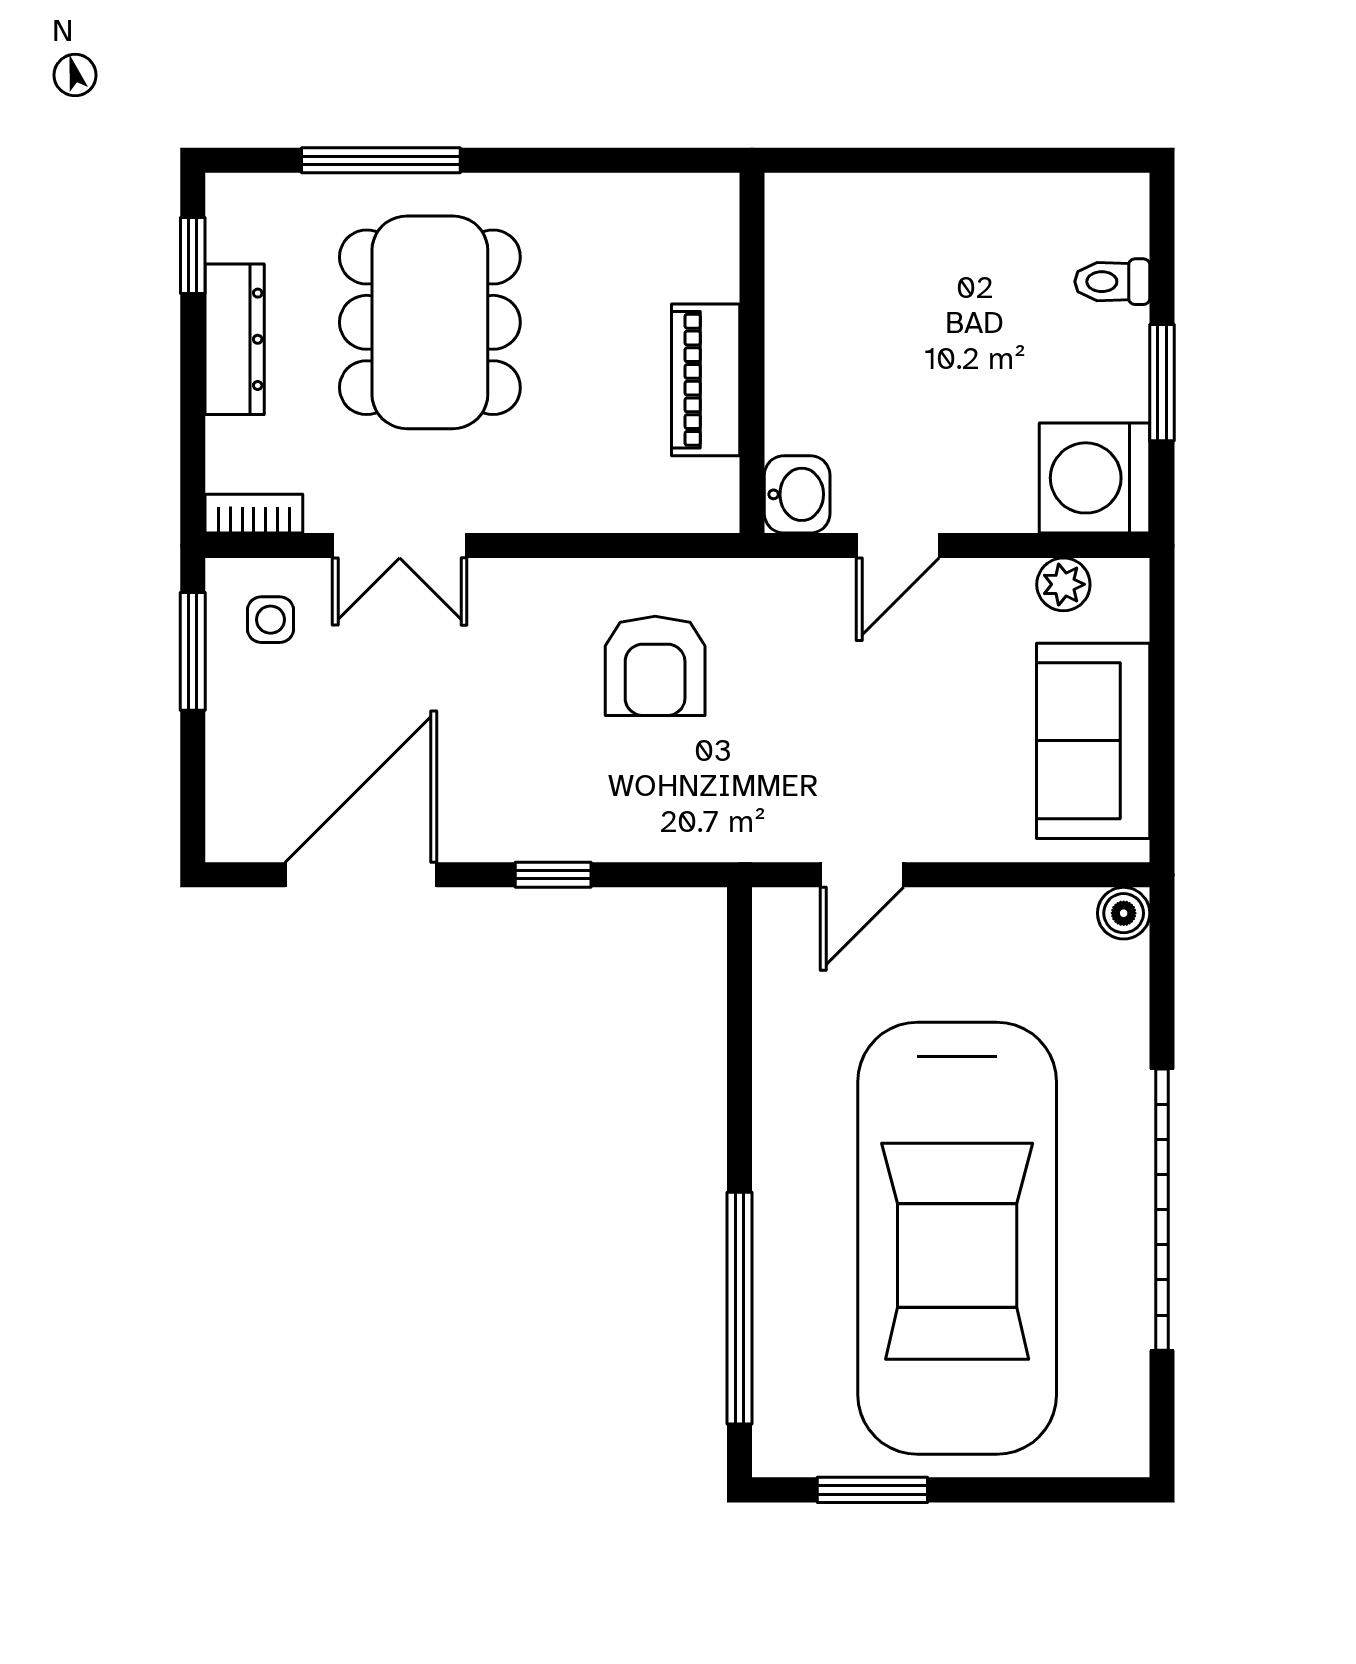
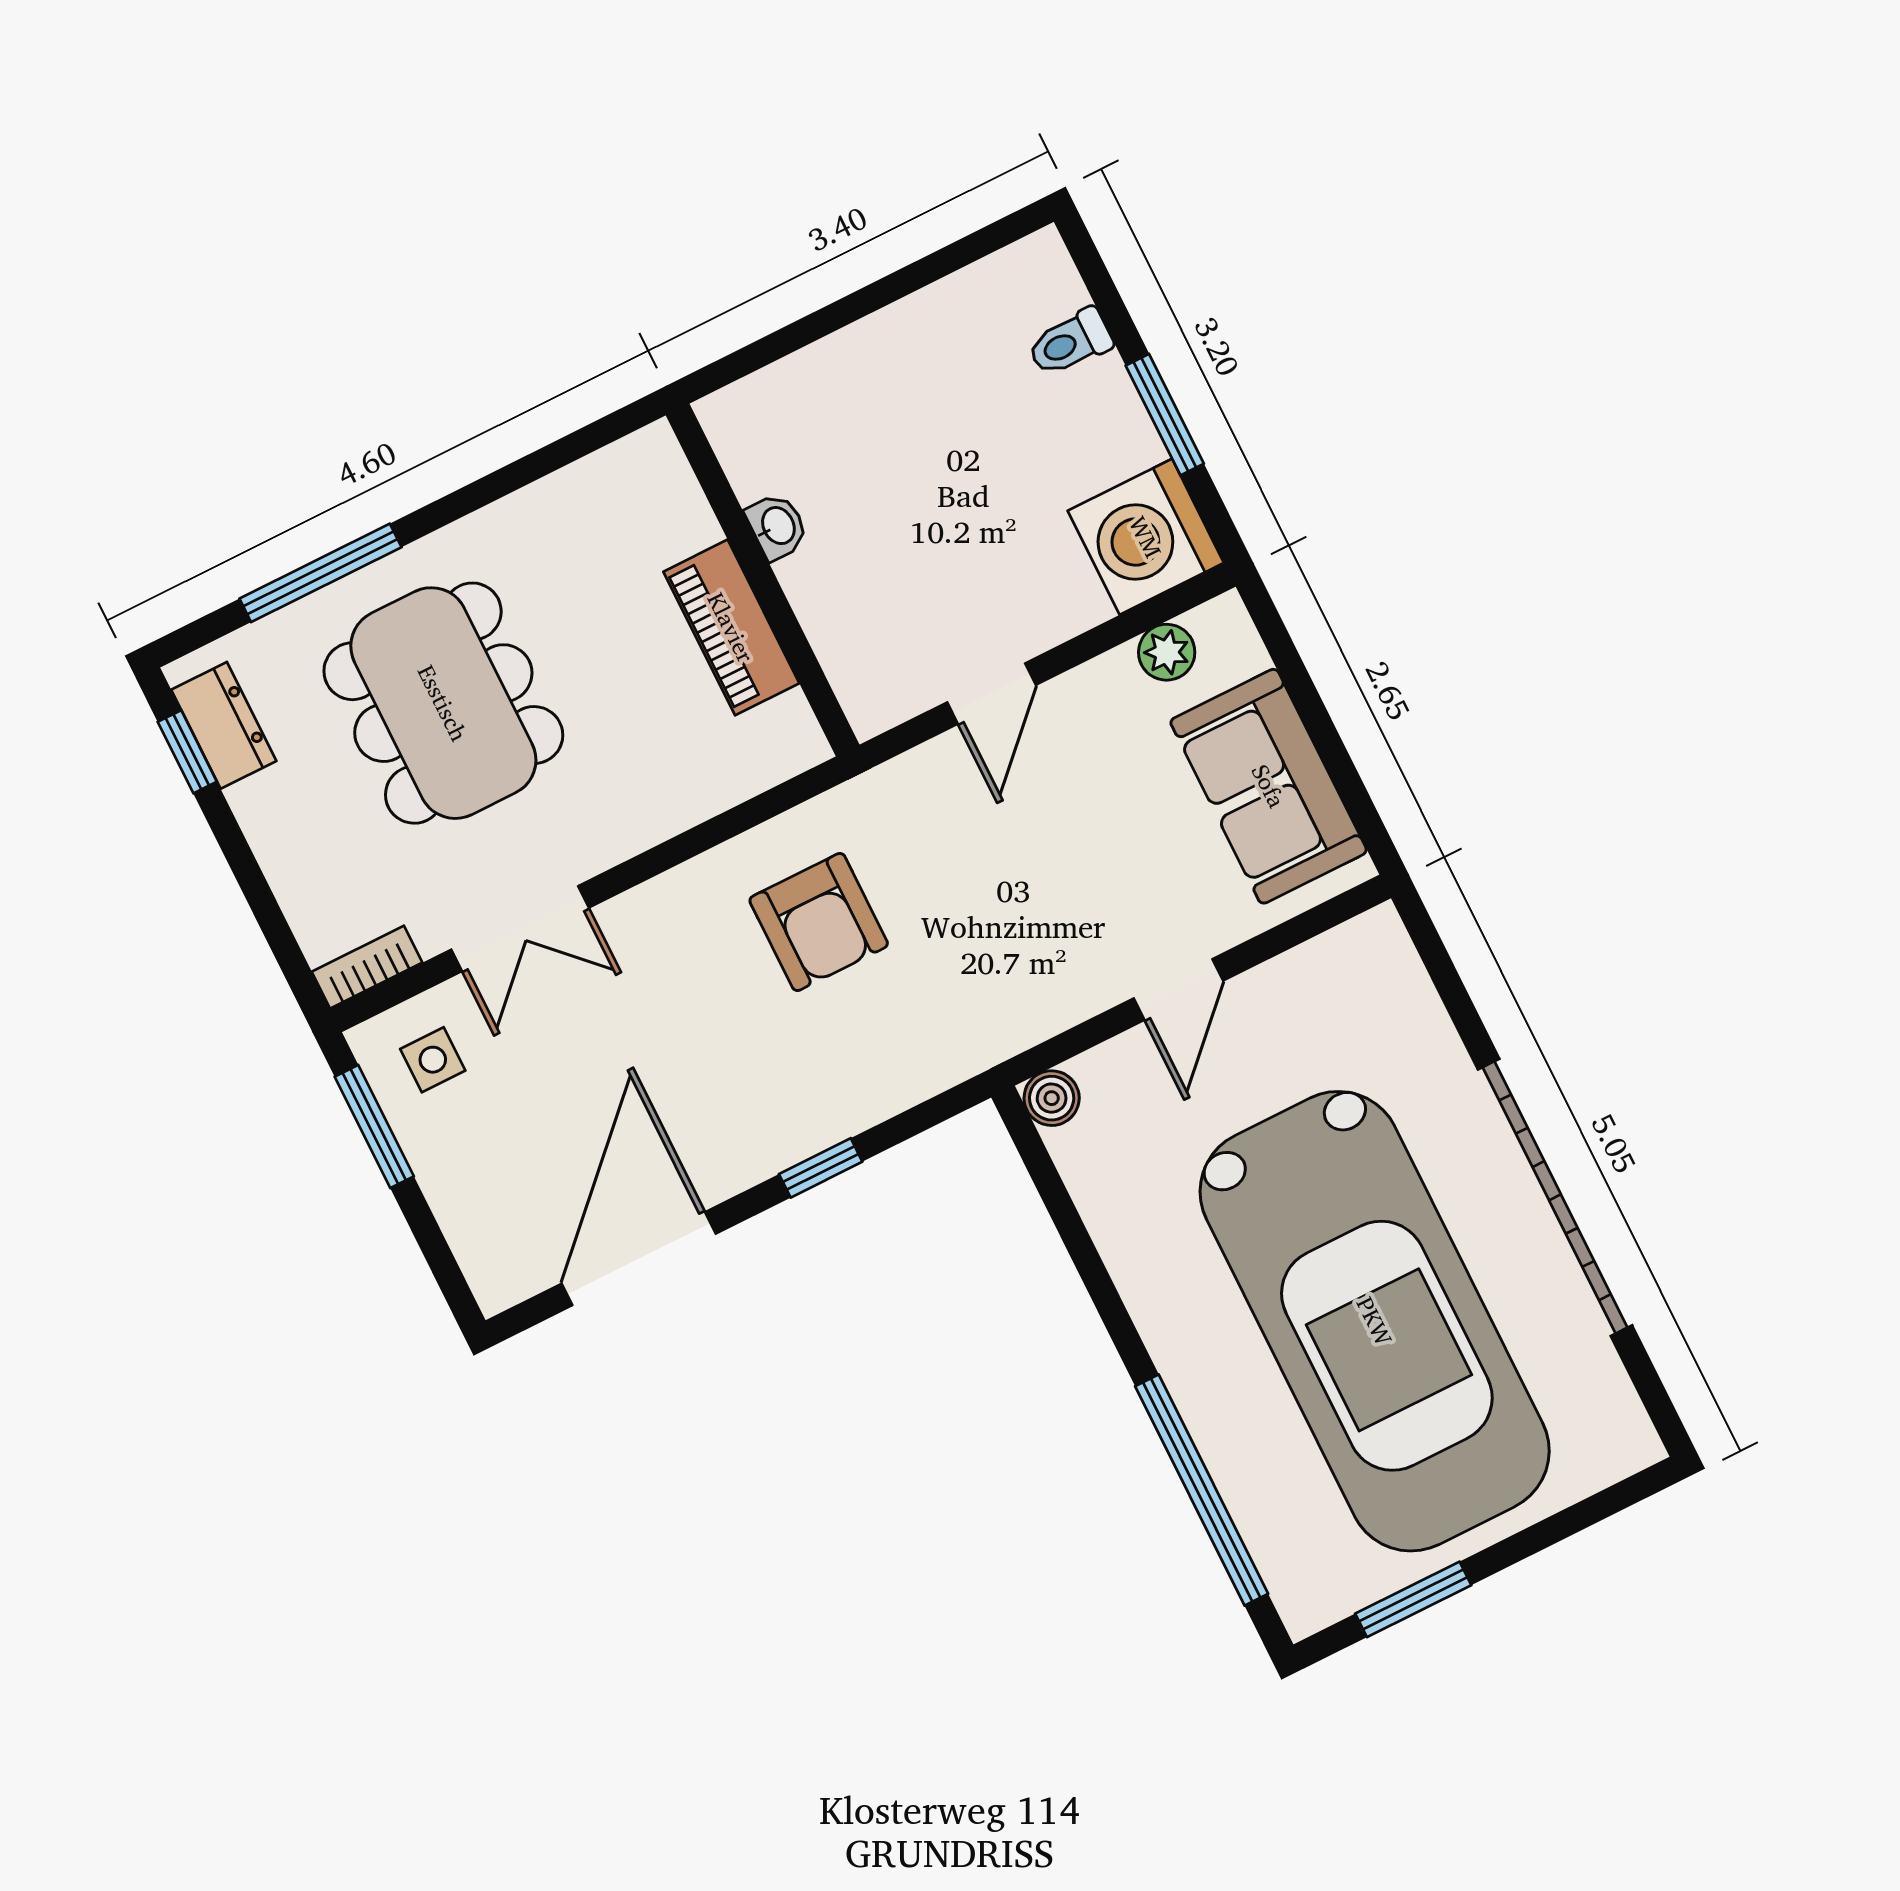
dresser: (235, 339) -> (224, 725), moved, width x0.70
washbasin: (797, 494) -> (777, 526), moved, width x0.72, depth x0.69
door: (862, 875) -> (1178, 989), moved
boiler: (1124, 913) -> (1052, 1098), moved

